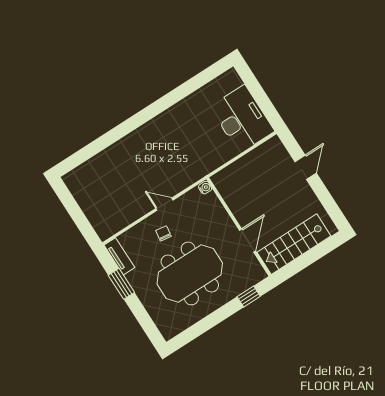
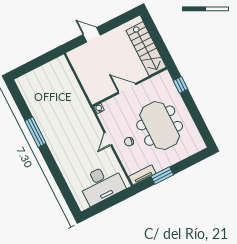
window: (164, 103) -> (35, 132), added
desk: (242, 119) -> (101, 184), moved, turned 180
door: (248, 241) -> (127, 88), moved

